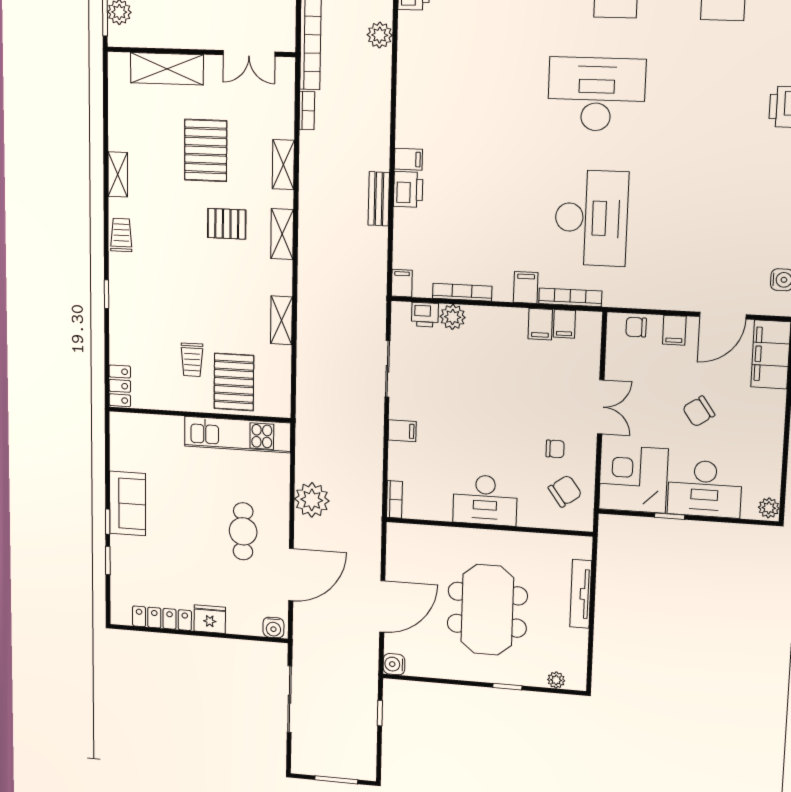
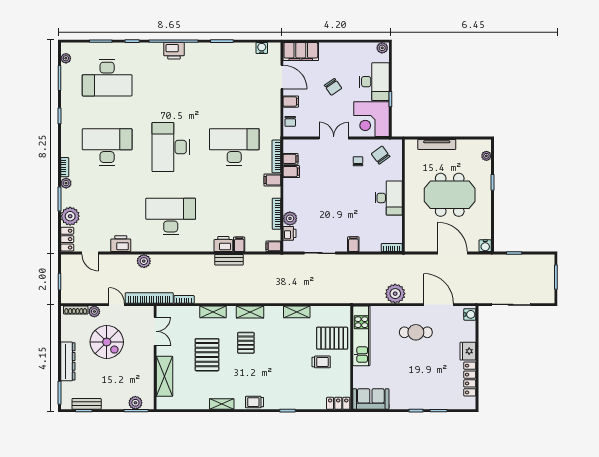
desk: (463, 90) -> (171, 216), added
pallet: (206, 150) -> (207, 355), turned 90
filing cabinet: (408, 159) -> (239, 244), moved
sofa: (128, 504) -> (371, 399), moved

